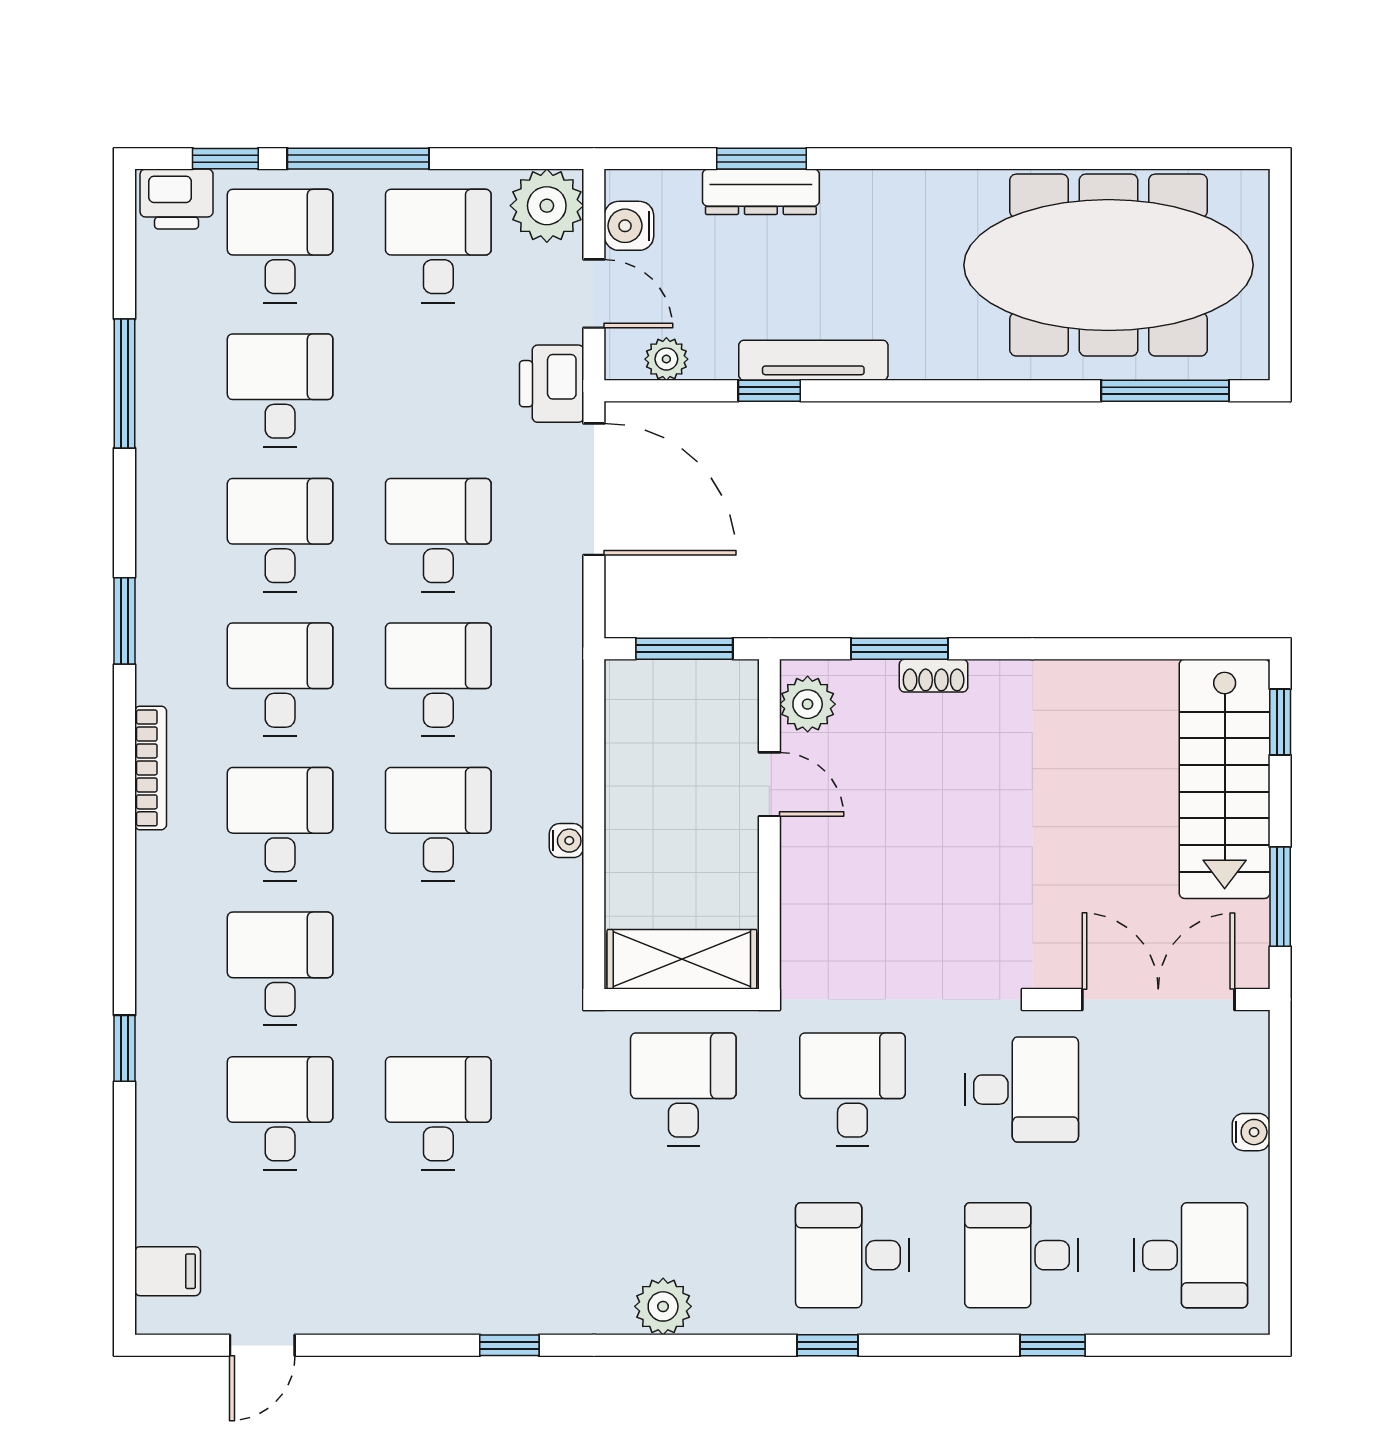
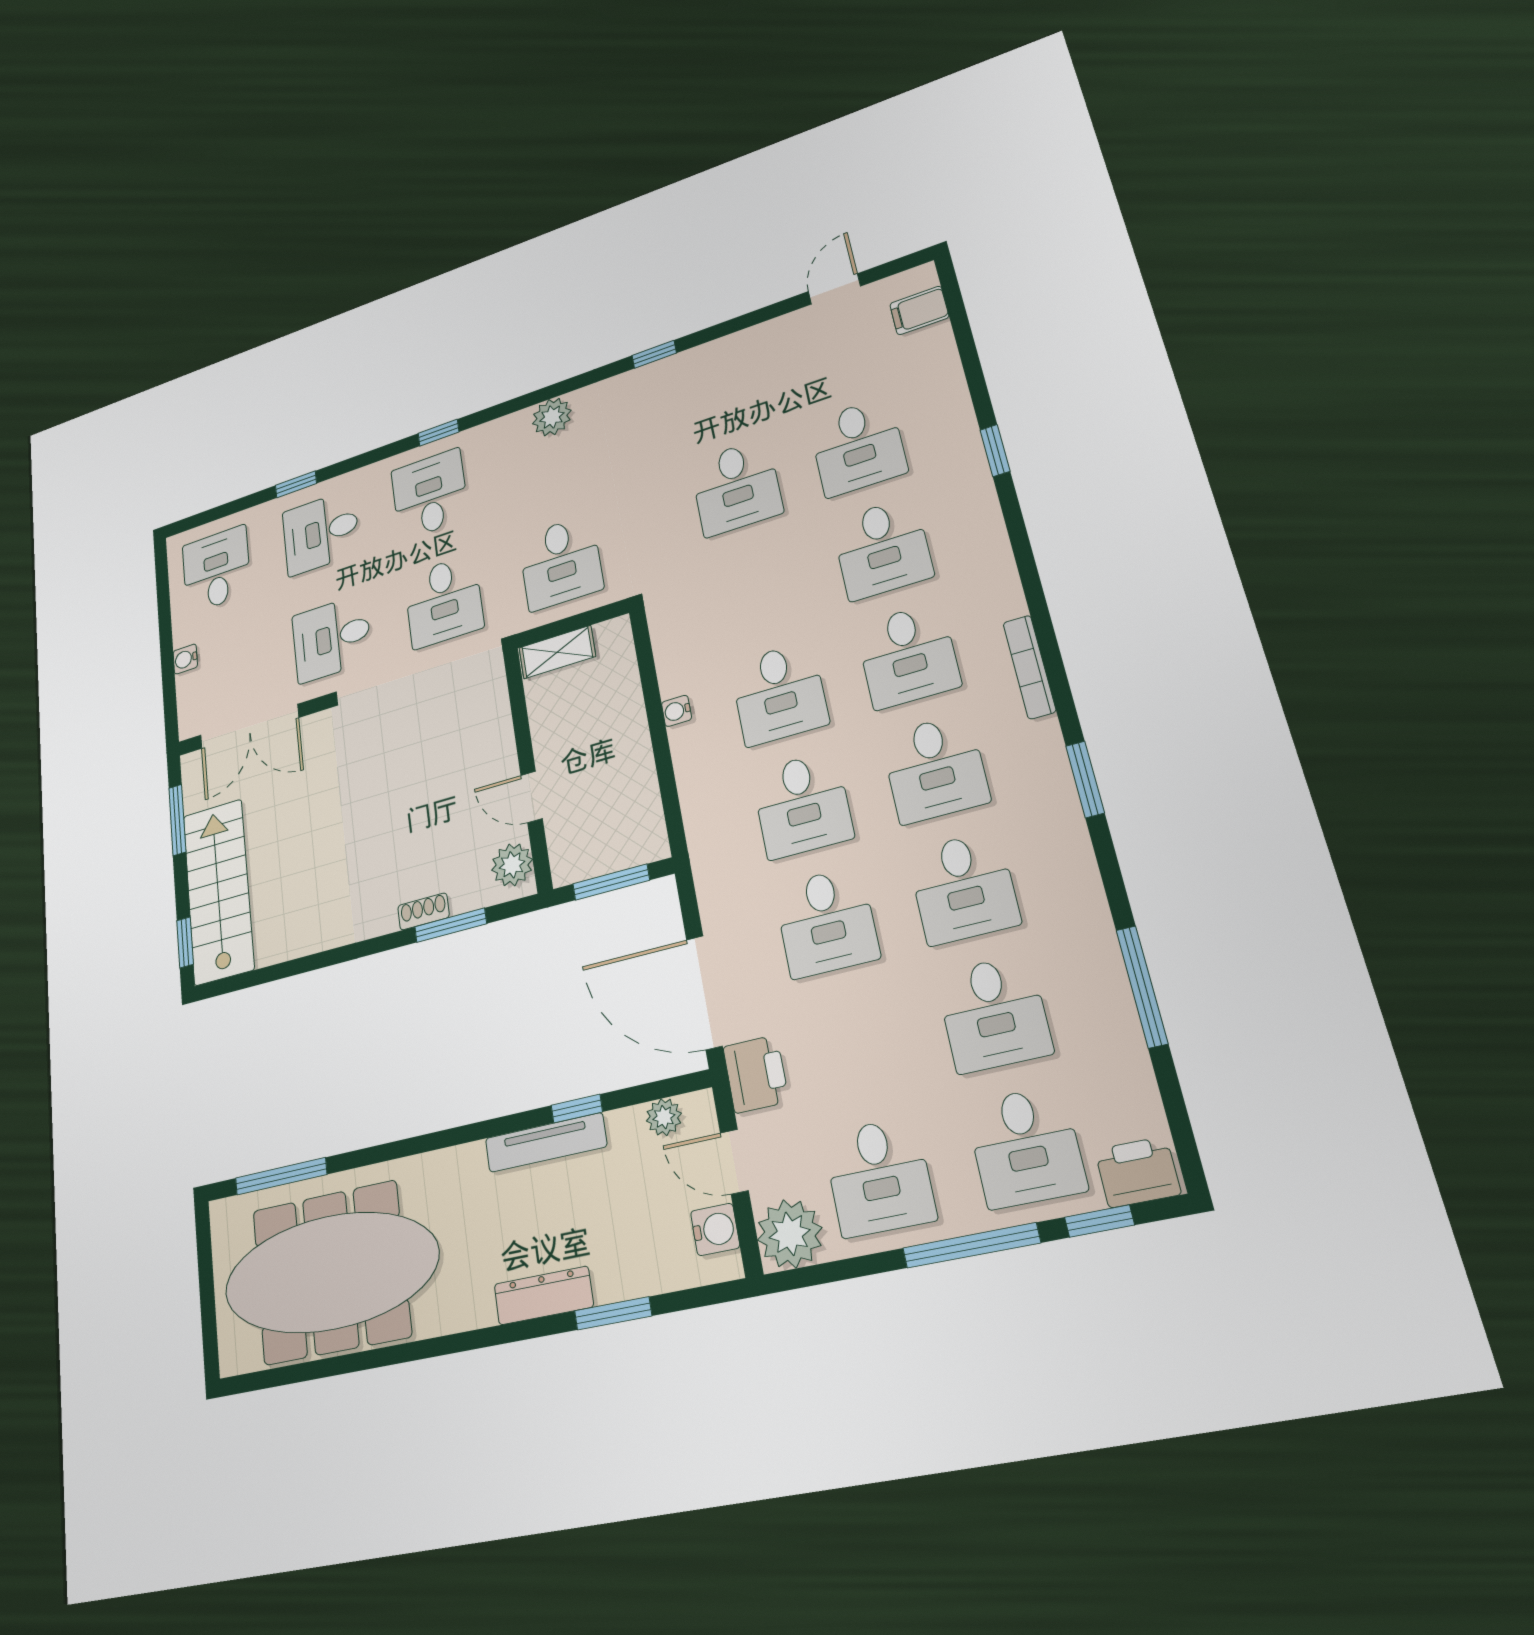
dresser: (761, 192) -> (543, 1296), moved
shelving: (682, 959) -> (557, 652), width x0.67, depth x0.75
desk: (852, 1255) -> (430, 494), turned -90
desk: (1022, 1255) -> (321, 533), turned 180
desk: (1191, 1255) -> (216, 569), turned 90

